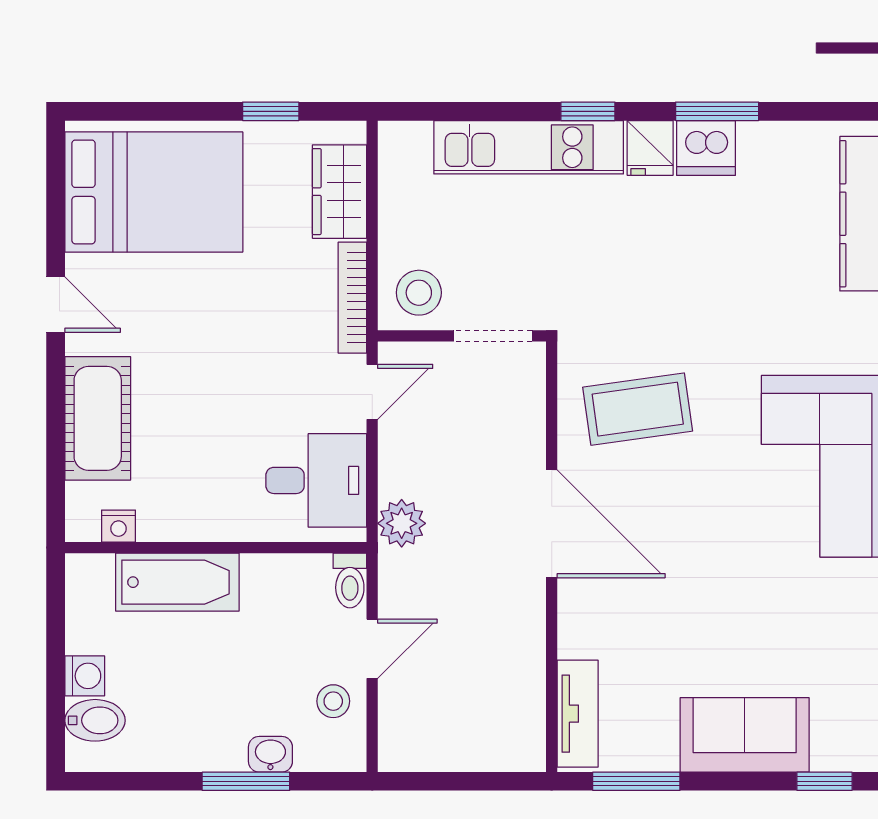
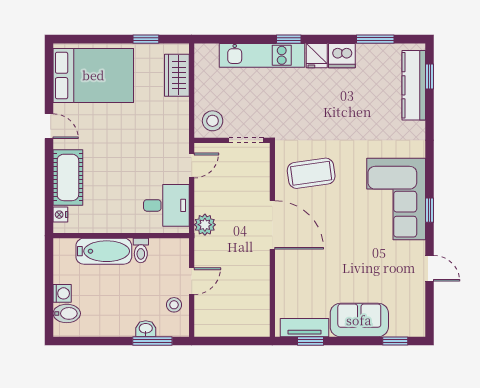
window: (717, 111) -> (375, 39), moved
bookcase: (352, 298) -> (183, 123), removed
nightstand: (118, 526) -> (60, 215), moved, turned 90
toilet: (350, 580) -> (141, 250), moved
tv unit: (578, 714) -> (305, 328), moved, turned -90
window: (246, 781) -> (152, 341), moved
window: (636, 781) -> (311, 341), width x0.67

